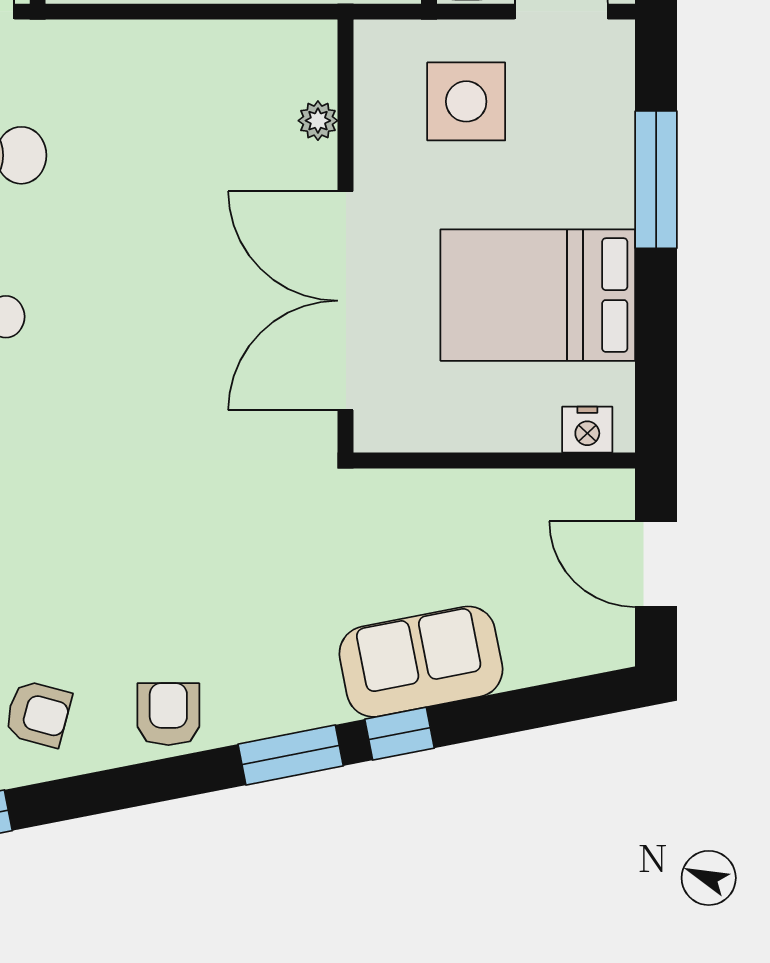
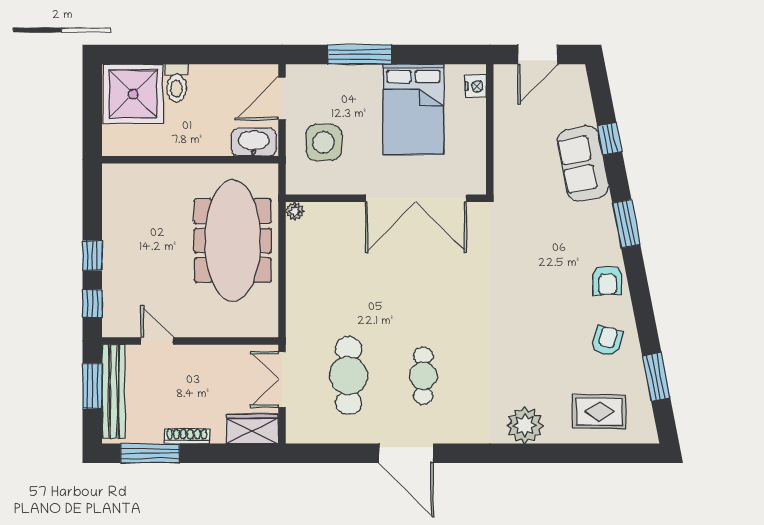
plant: (318, 121) -> (295, 211), moved
armchair: (168, 714) -> (607, 280), turned -90
window: (400, 734) -> (610, 139), moved

